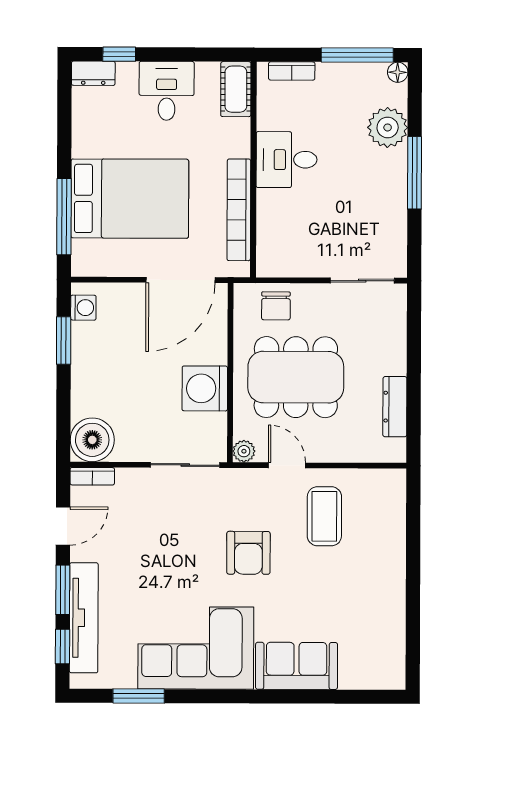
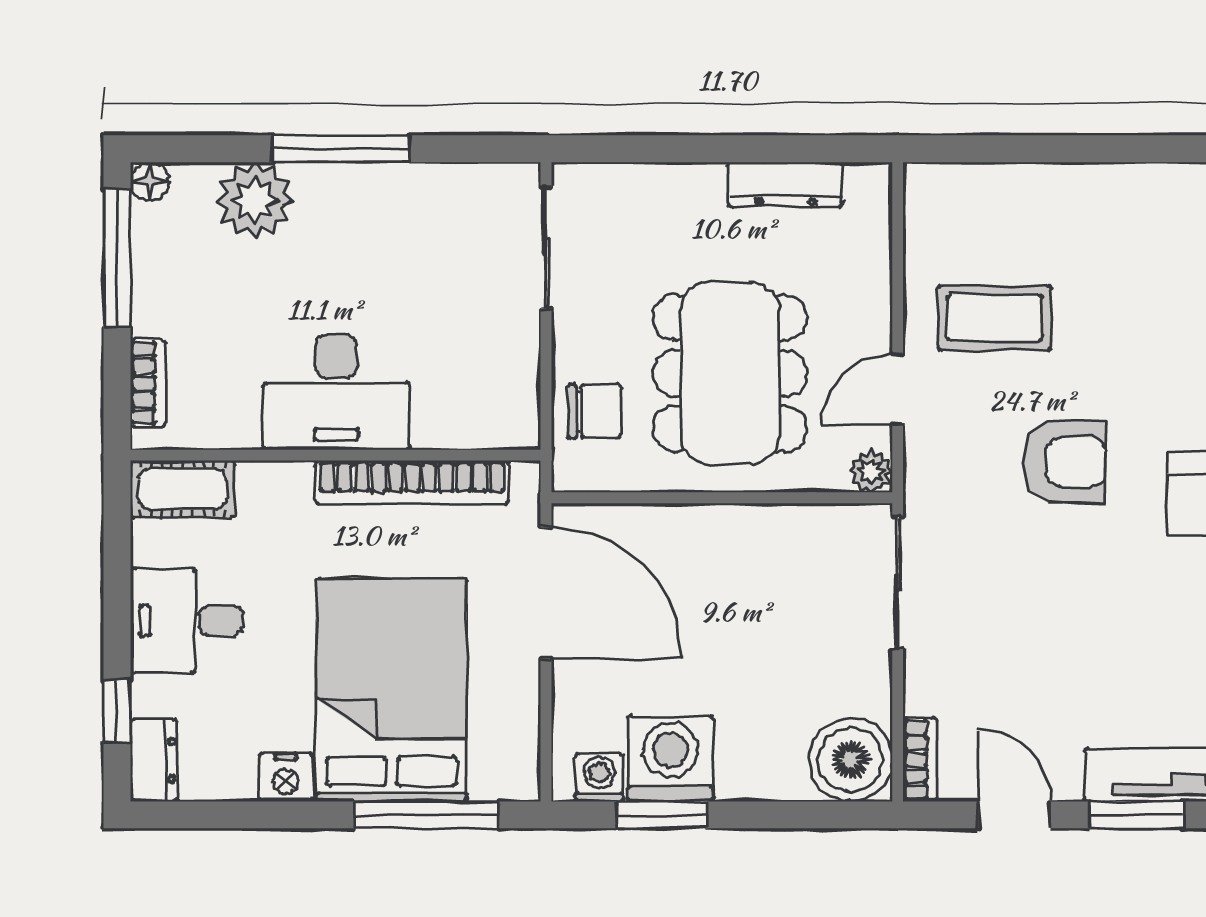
nightstand: (84, 143) -> (286, 777), added
desk: (287, 160) -> (336, 392), width x1.37
washing machine: (205, 388) -> (670, 759), moved, turned 180

